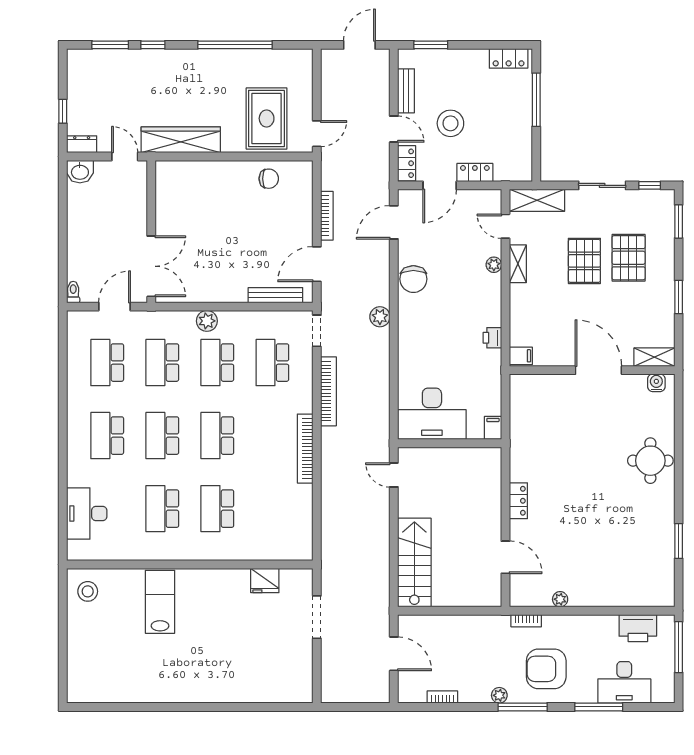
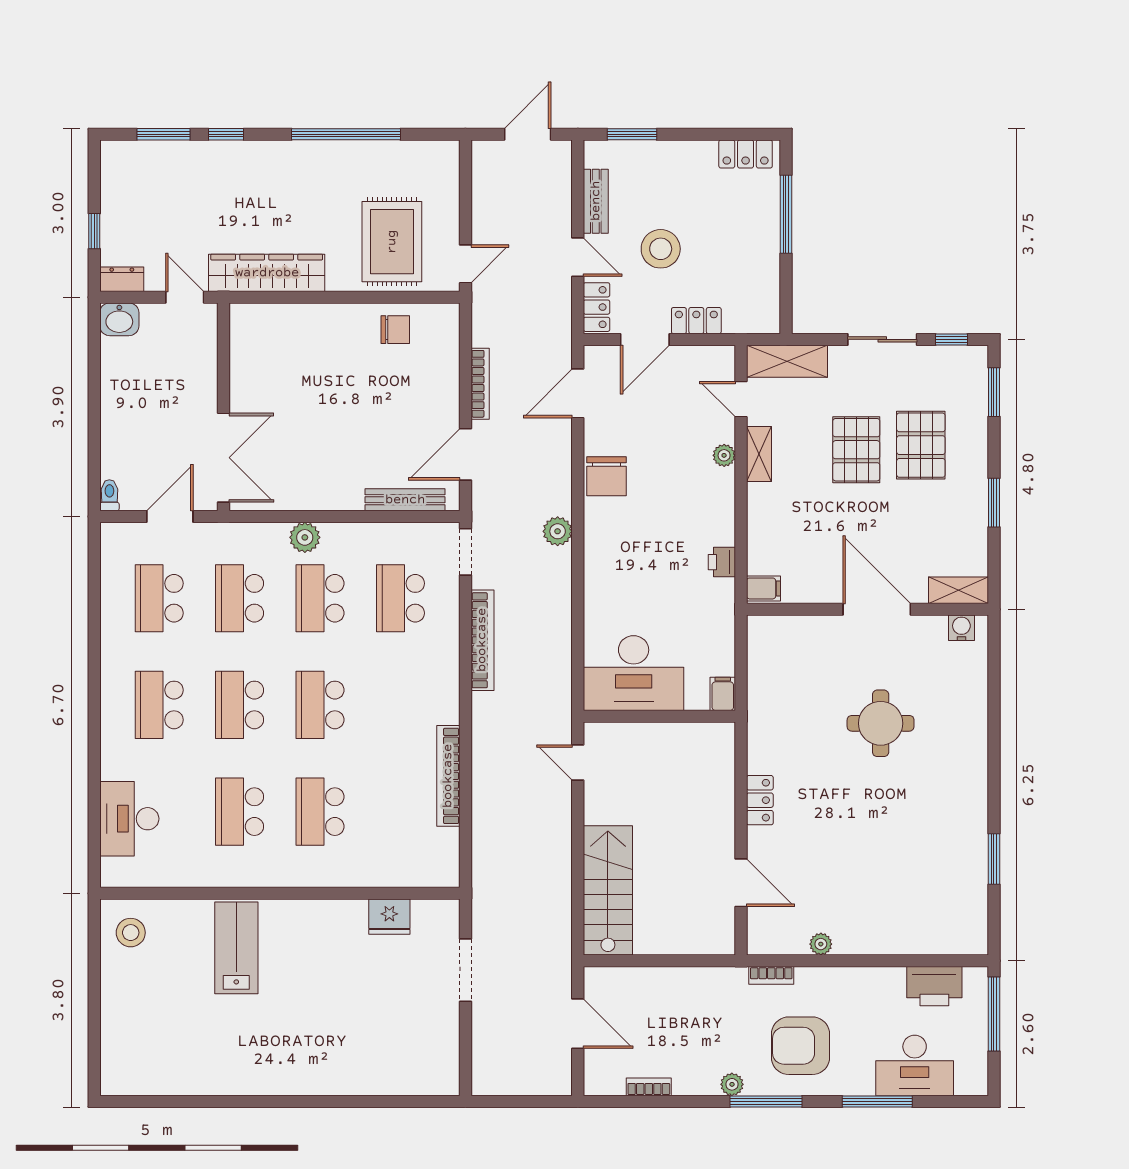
bookcase: (305, 449) -> (448, 776), moved
round table: (650, 461) -> (881, 723), moved

